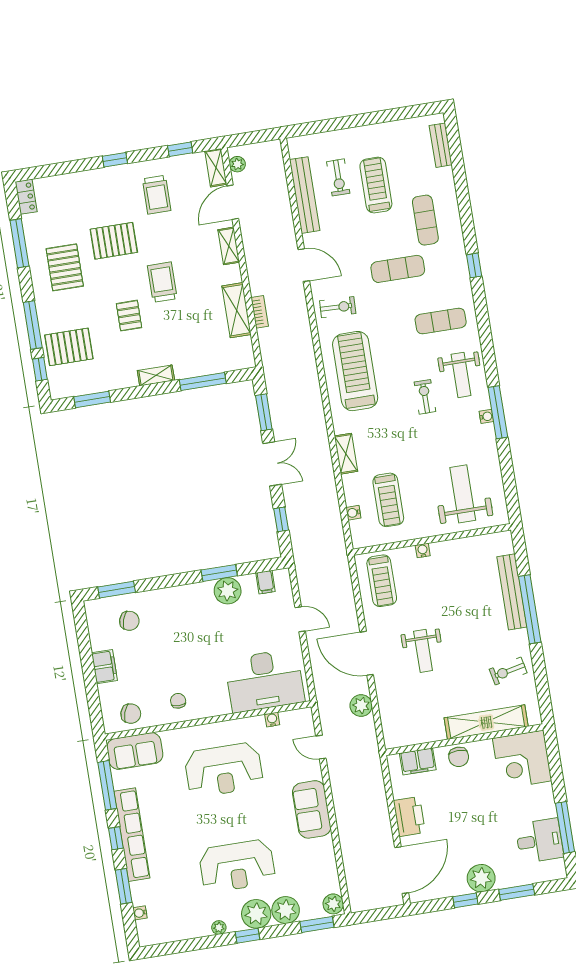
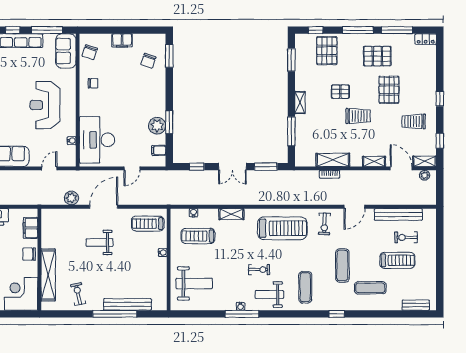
window: (33, 325) -> (358, 30), moved

